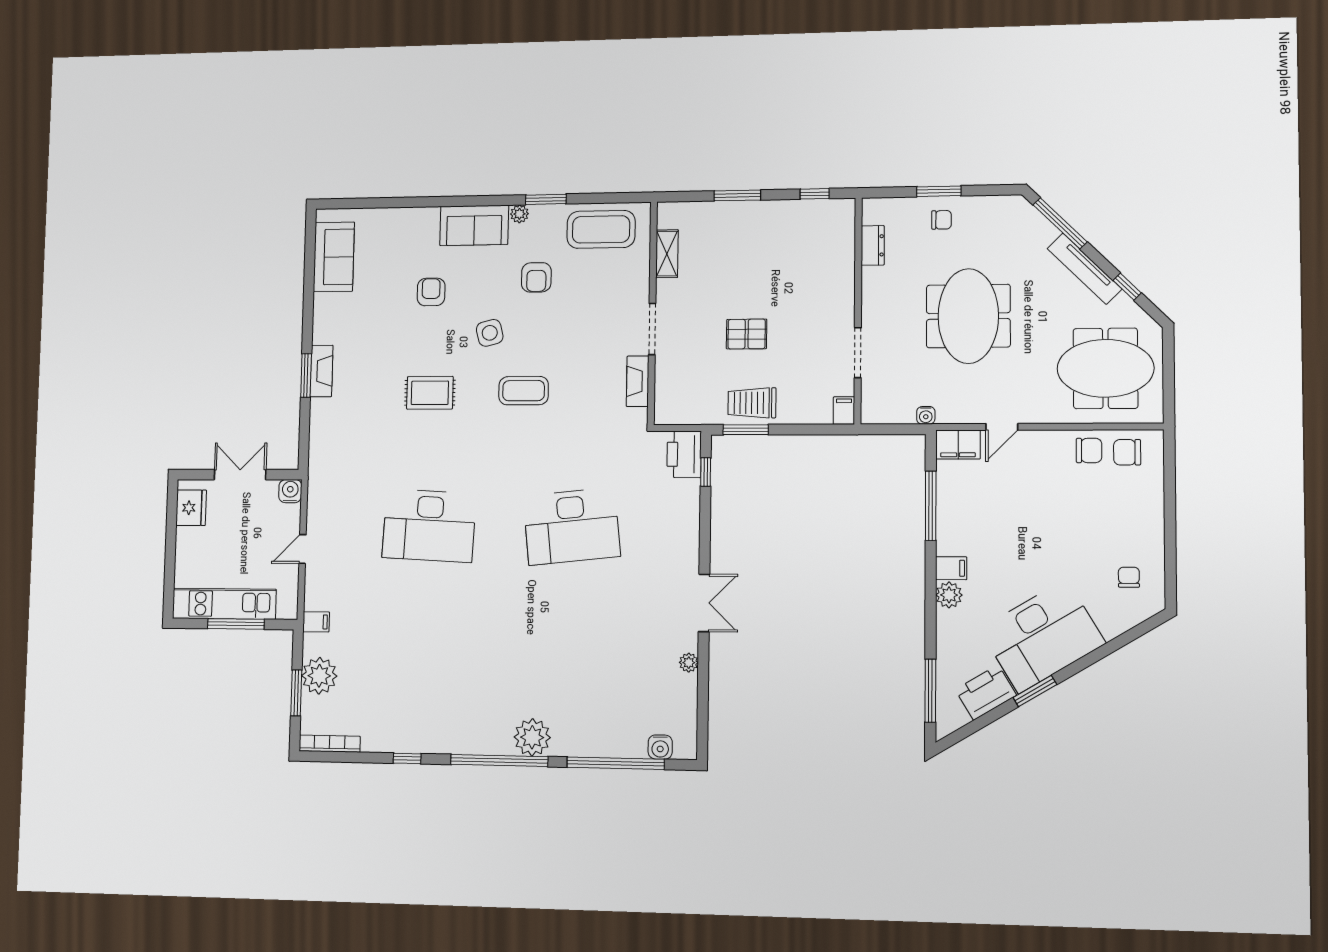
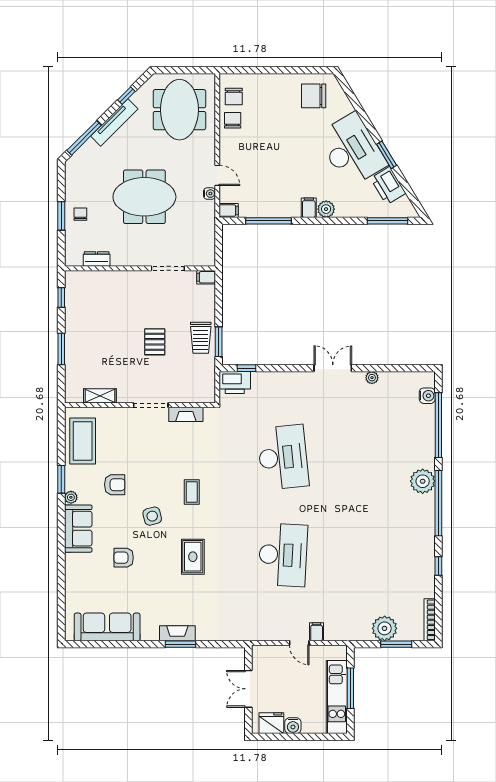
sofa: (334, 257) -> (107, 627), width x1.36
coffee table: (524, 391) -> (192, 492), width x0.73, depth x0.77
water cooler: (926, 415) -> (209, 194), moved
filing cabinet: (958, 445) -> (229, 210), width x0.50
water cooler: (290, 491) -> (293, 726), moved, turned -90
chair: (1129, 577) -> (314, 96), width x1.87, depth x1.87
filing cabinet: (316, 622) -> (317, 632), moved

